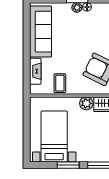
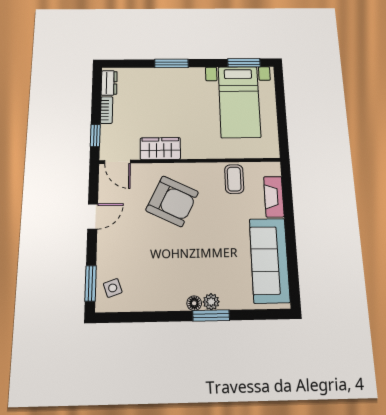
plant: (86, 103) -> (192, 149), removed
window: (68, 165) -> (244, 63), moved

